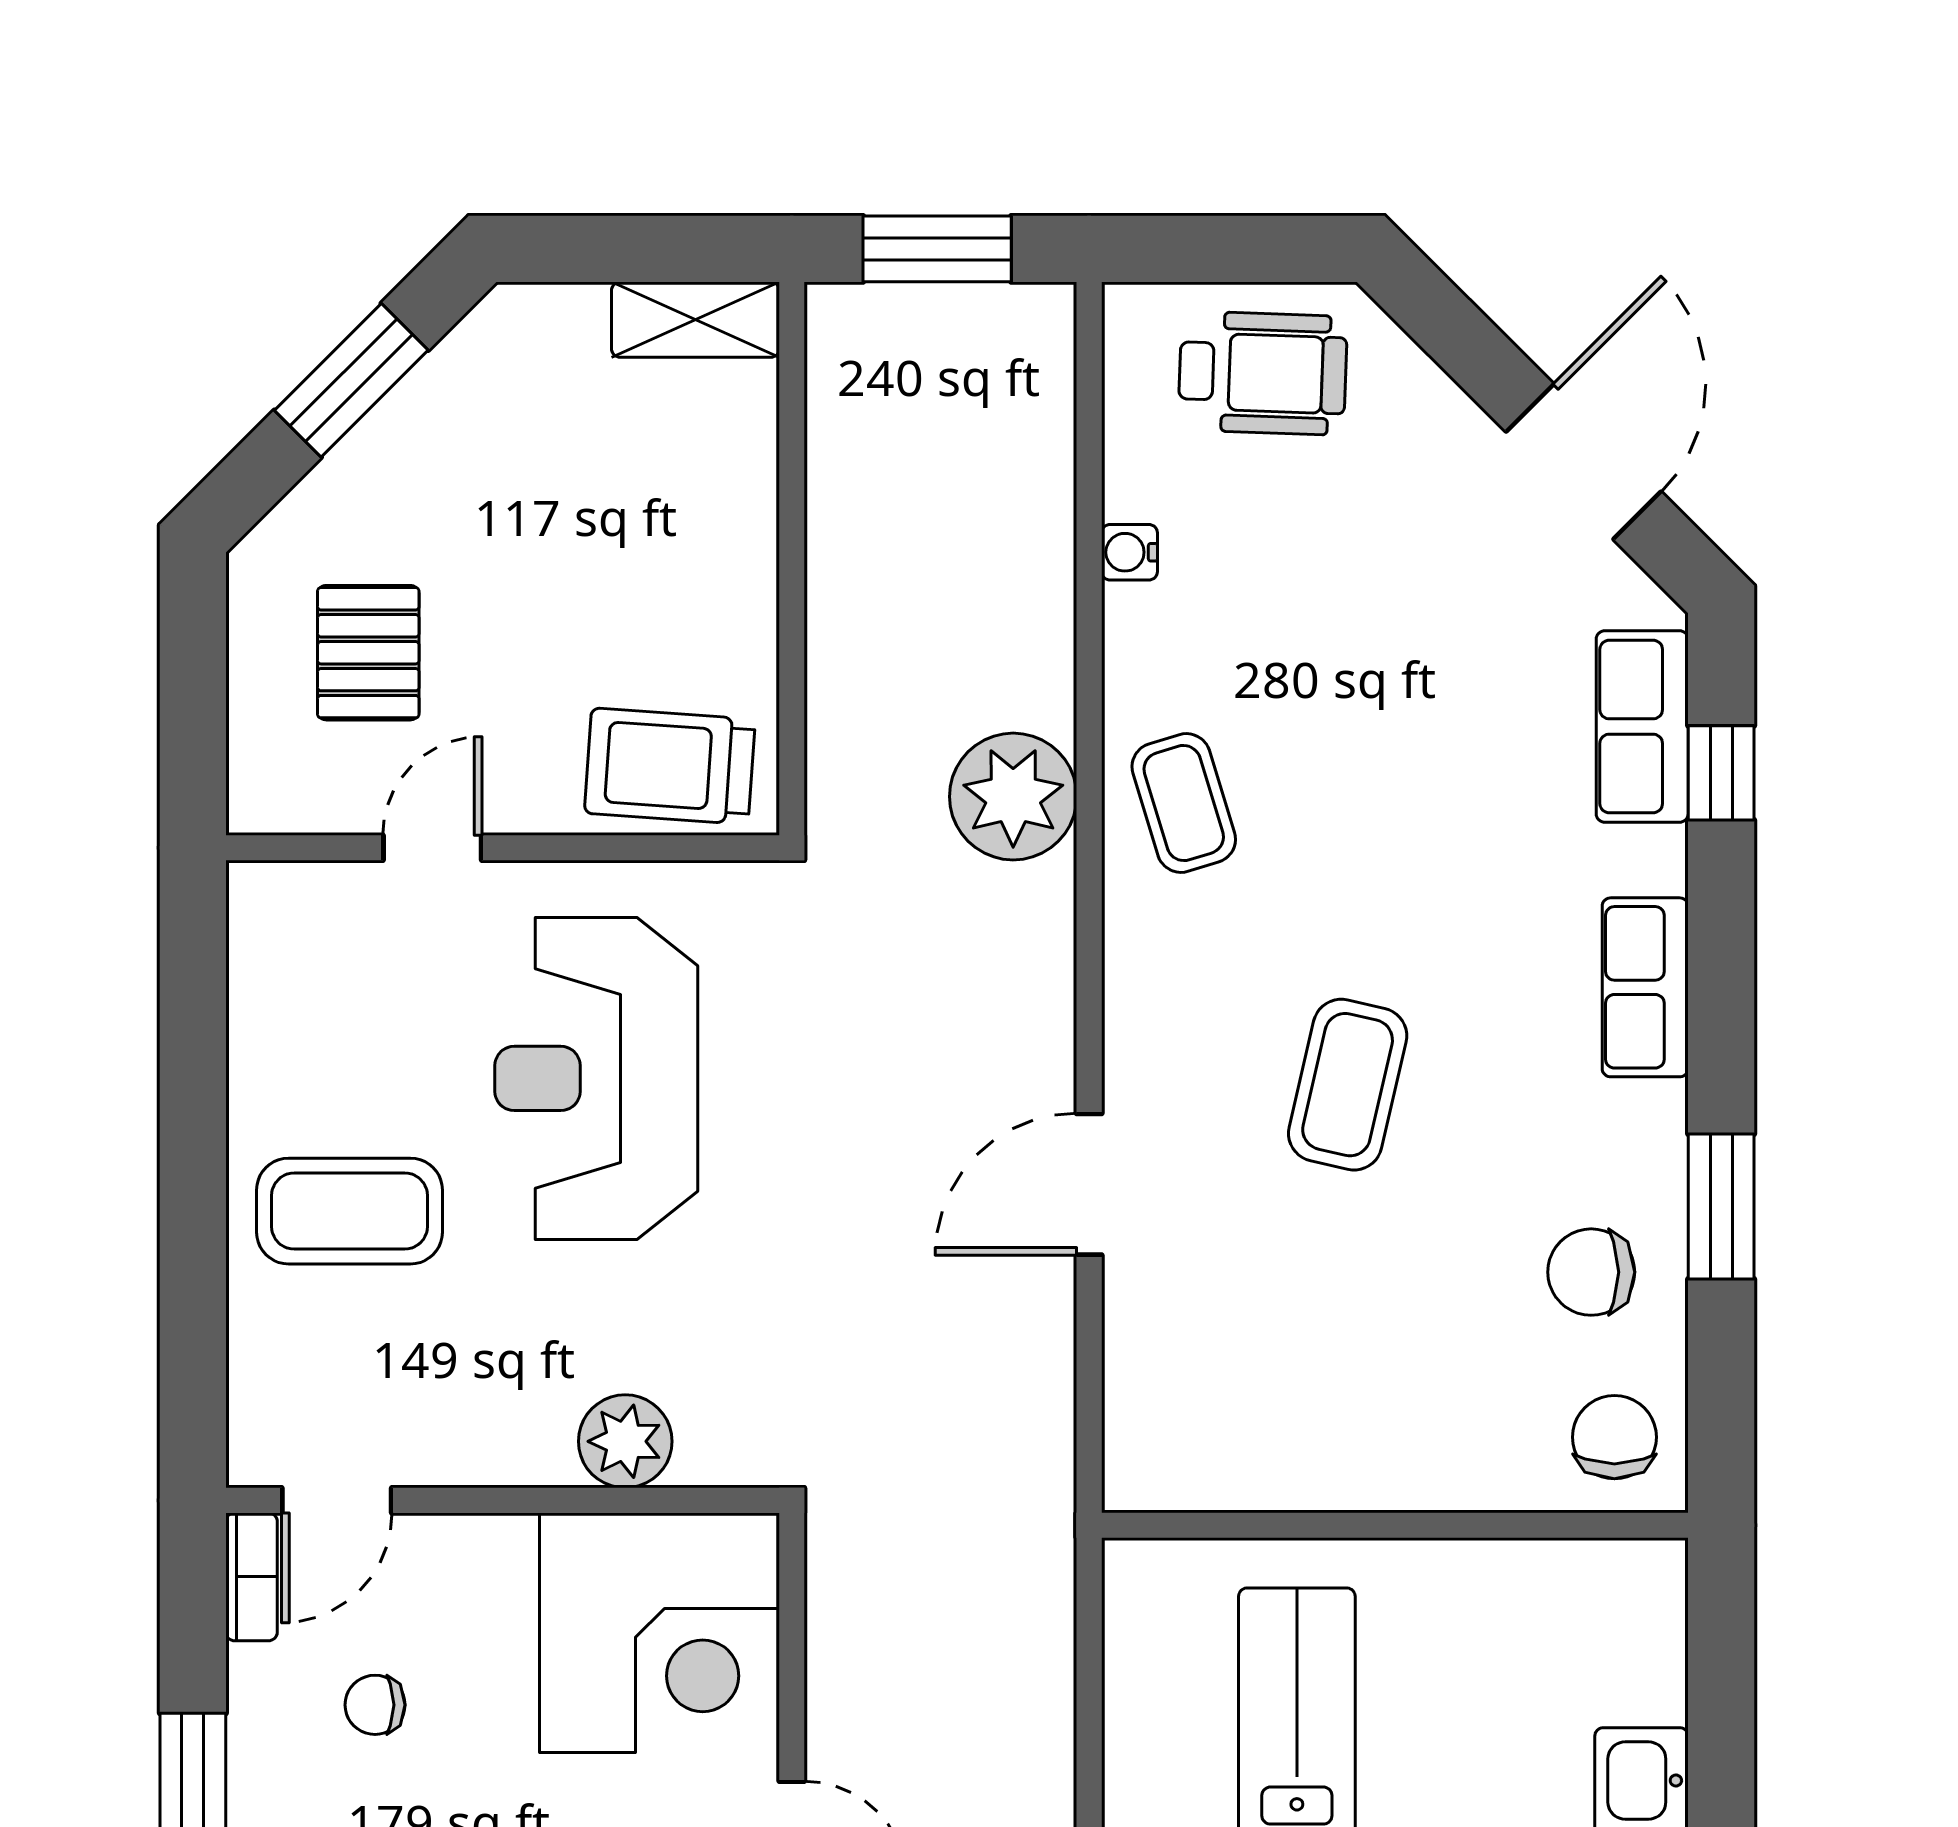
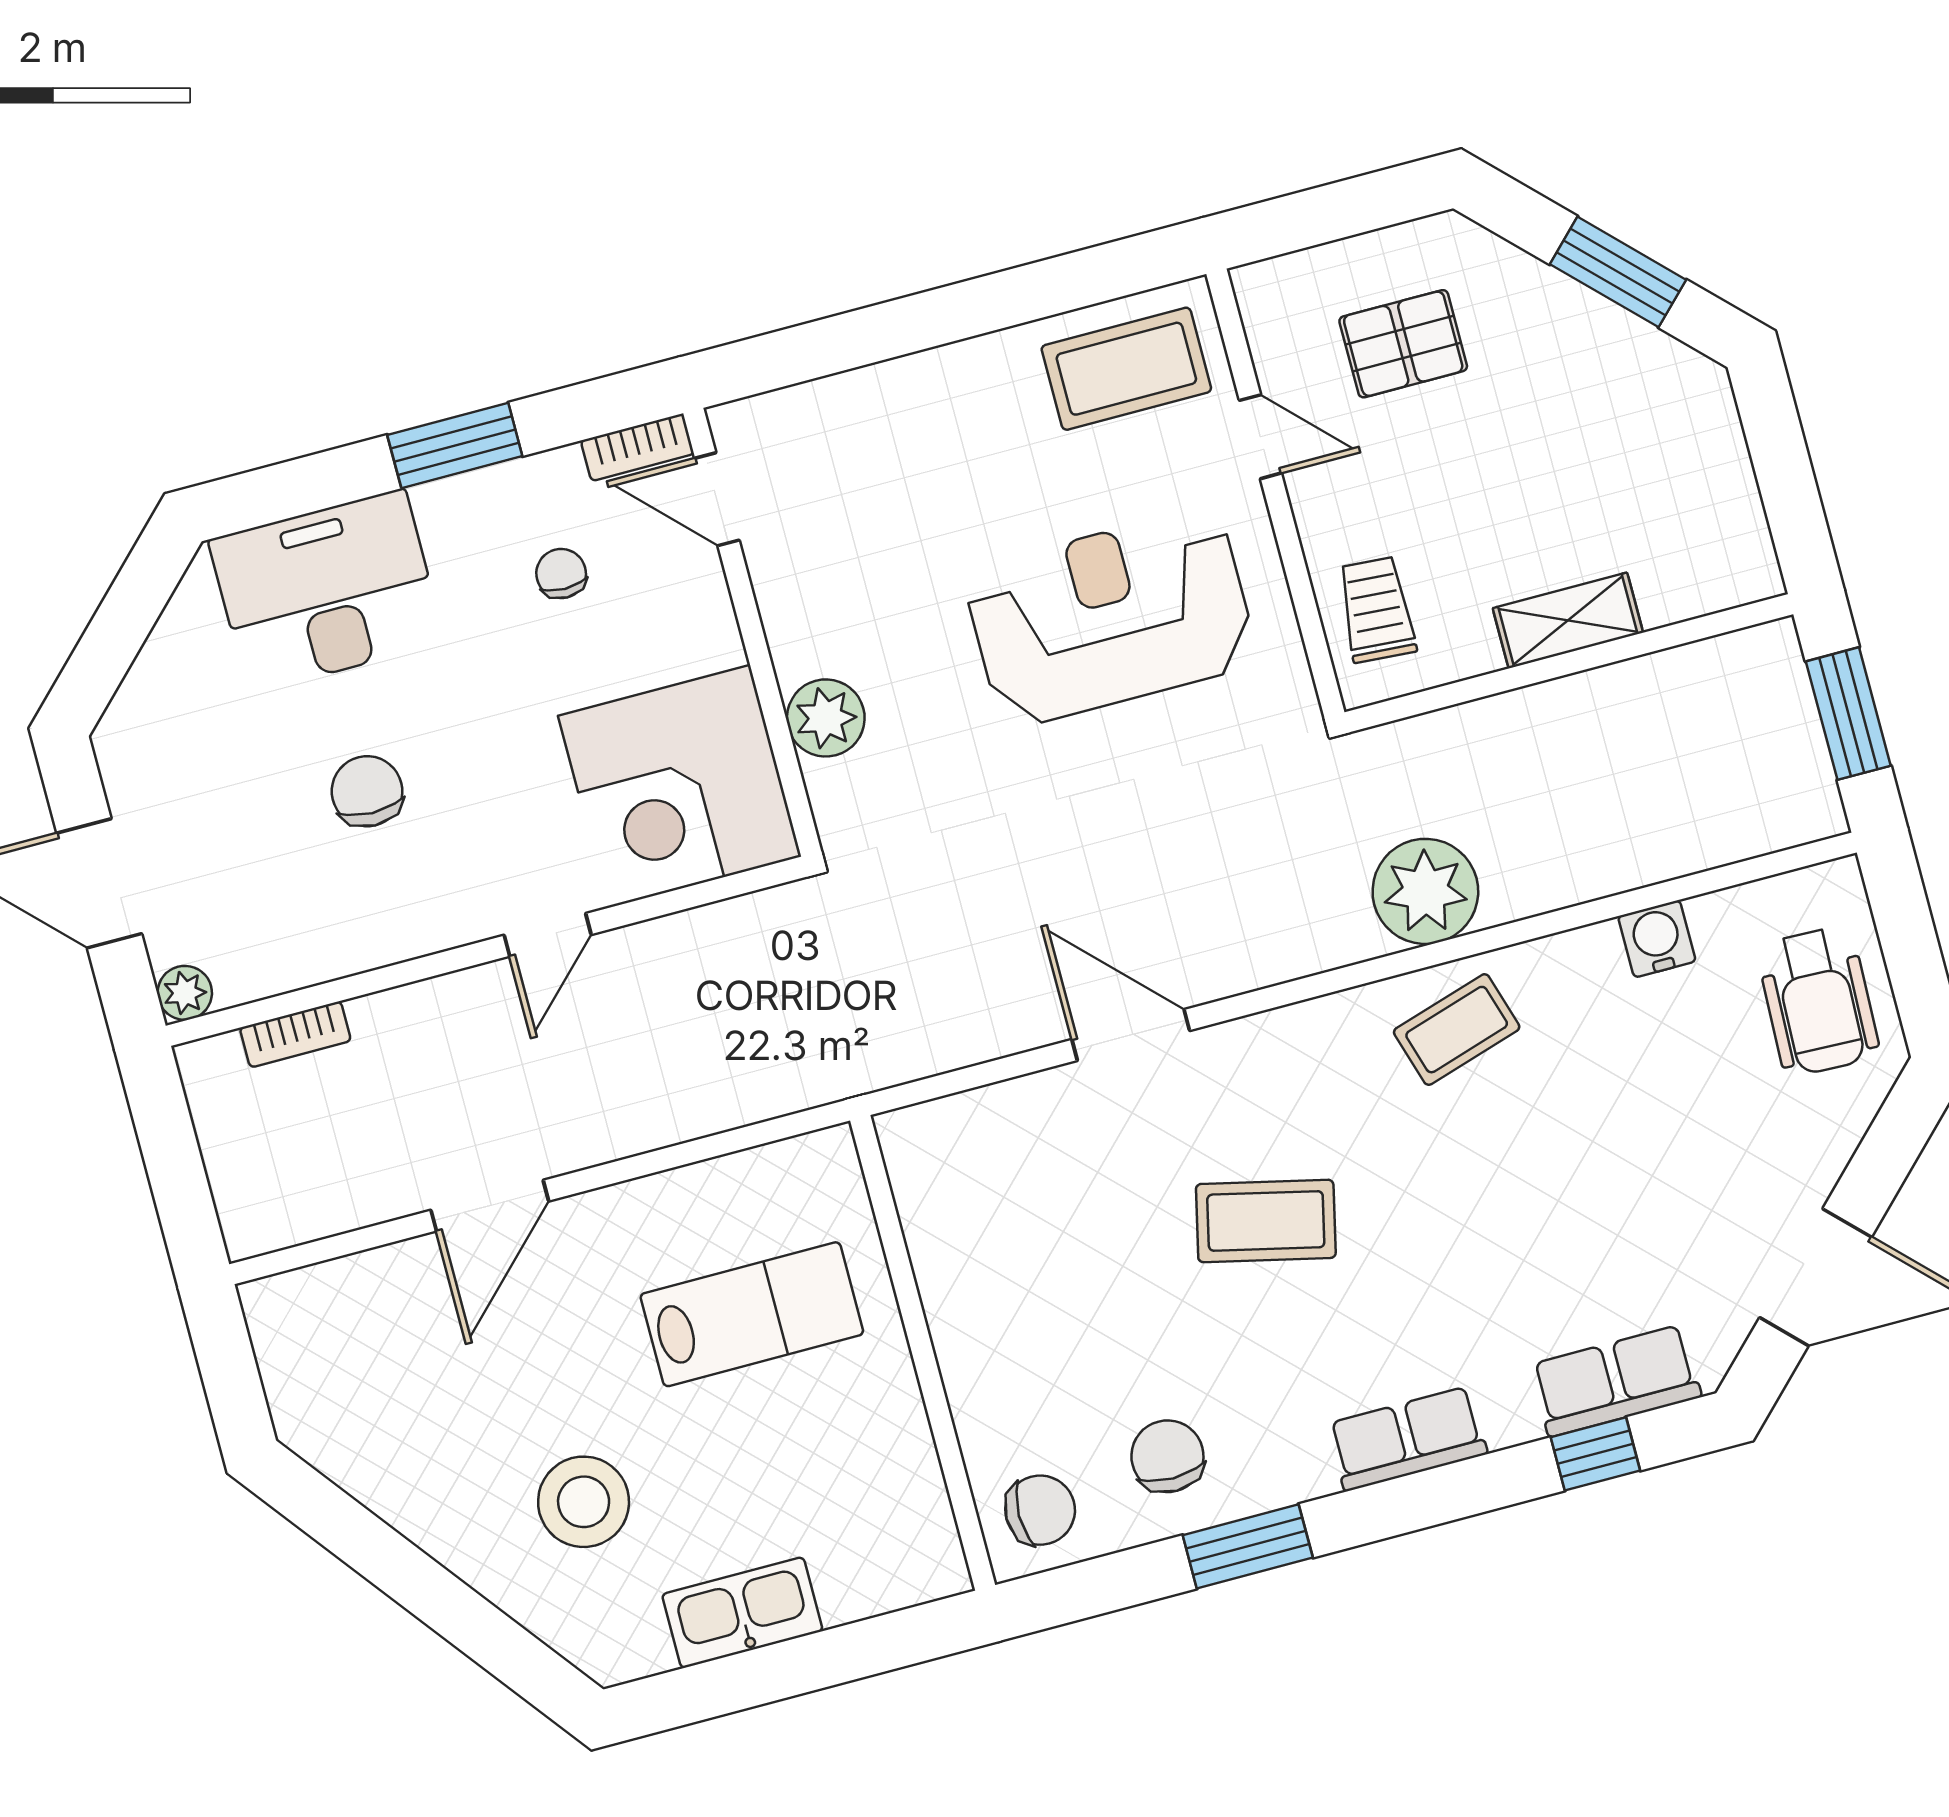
shelving: (695, 320) -> (1568, 620), moved, turned 90
water cooler: (1129, 552) -> (1657, 939), width x1.38, depth x1.38
trolley: (670, 766) -> (1376, 610), width x0.73, depth x0.72
coffee table: (349, 1211) -> (1126, 369), moved, turned 90

